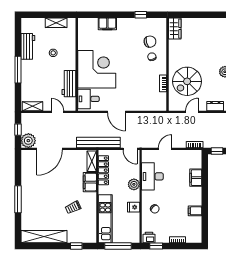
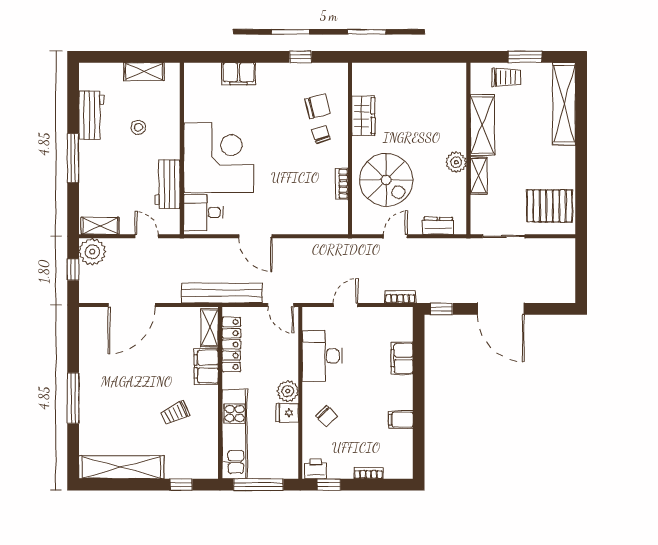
wardrobe: (175, 29) -> (363, 116), moved
spiral stairs: (187, 81) -> (386, 180), turned -90
plant: (28, 141) -> (92, 252), moved
plant: (134, 184) -> (288, 391), moved

